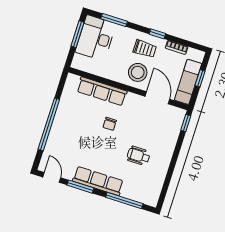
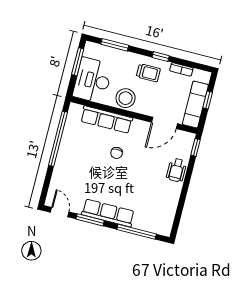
desk: (96, 38) -> (93, 80), moved
stool: (138, 72) -> (126, 98), moved
door: (157, 98) -> (165, 123), swing flipped
window: (49, 124) -> (58, 139), moved
wheelchair: (138, 156) -> (176, 170), moved, turned -90

